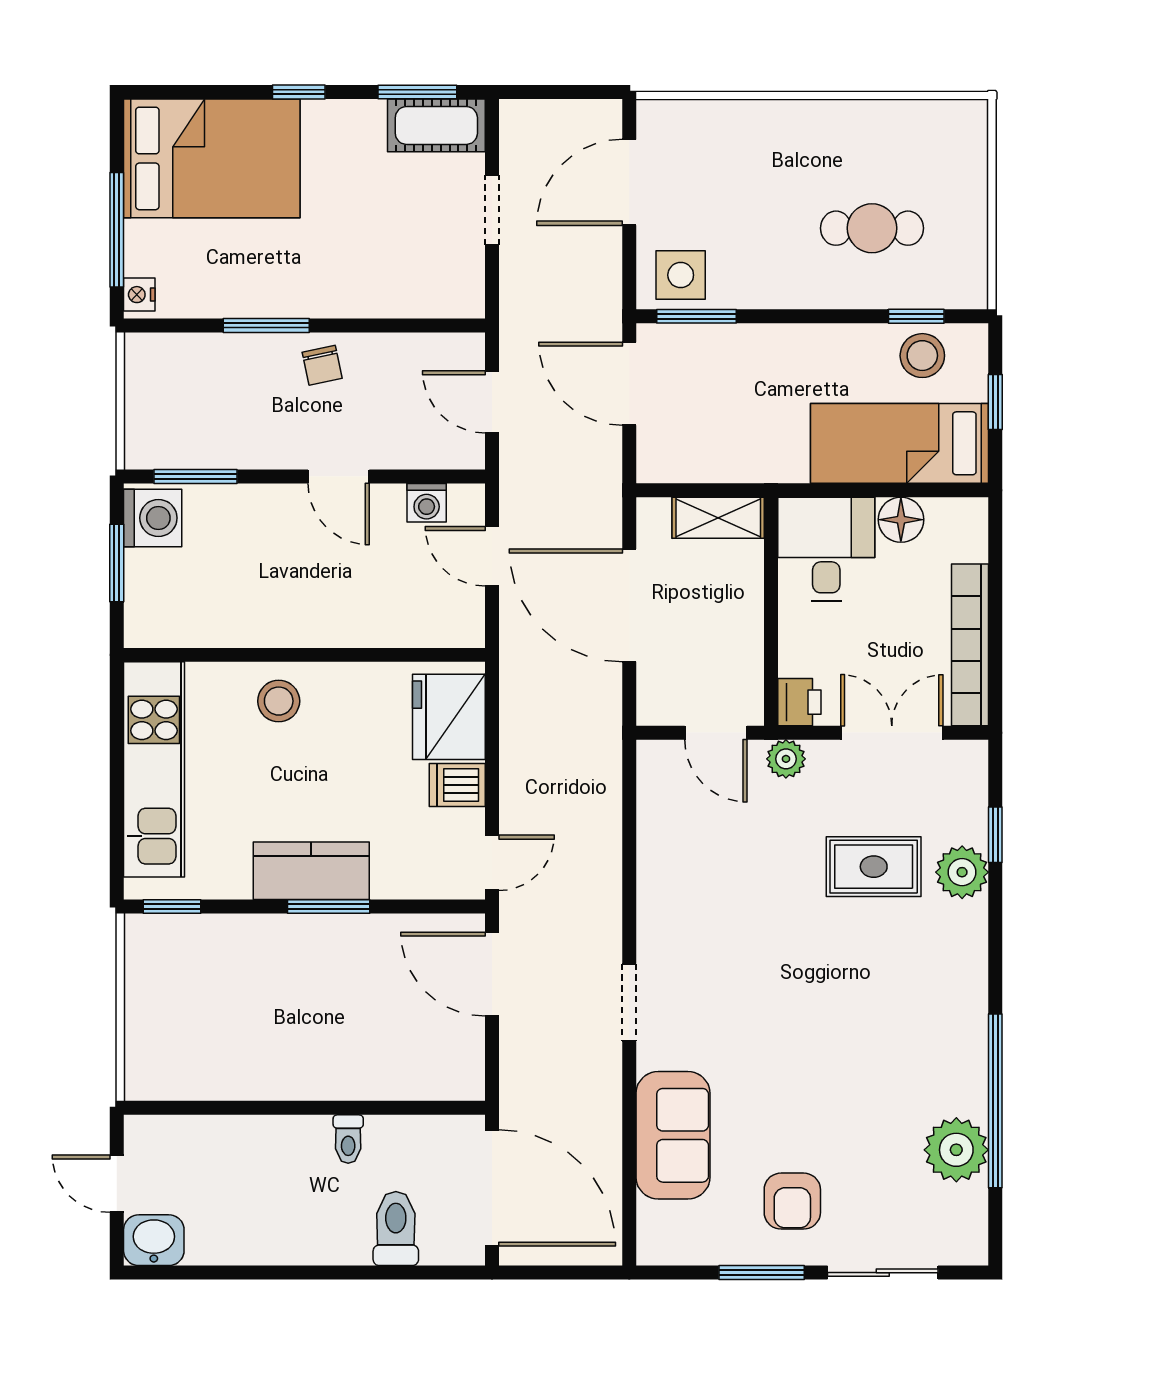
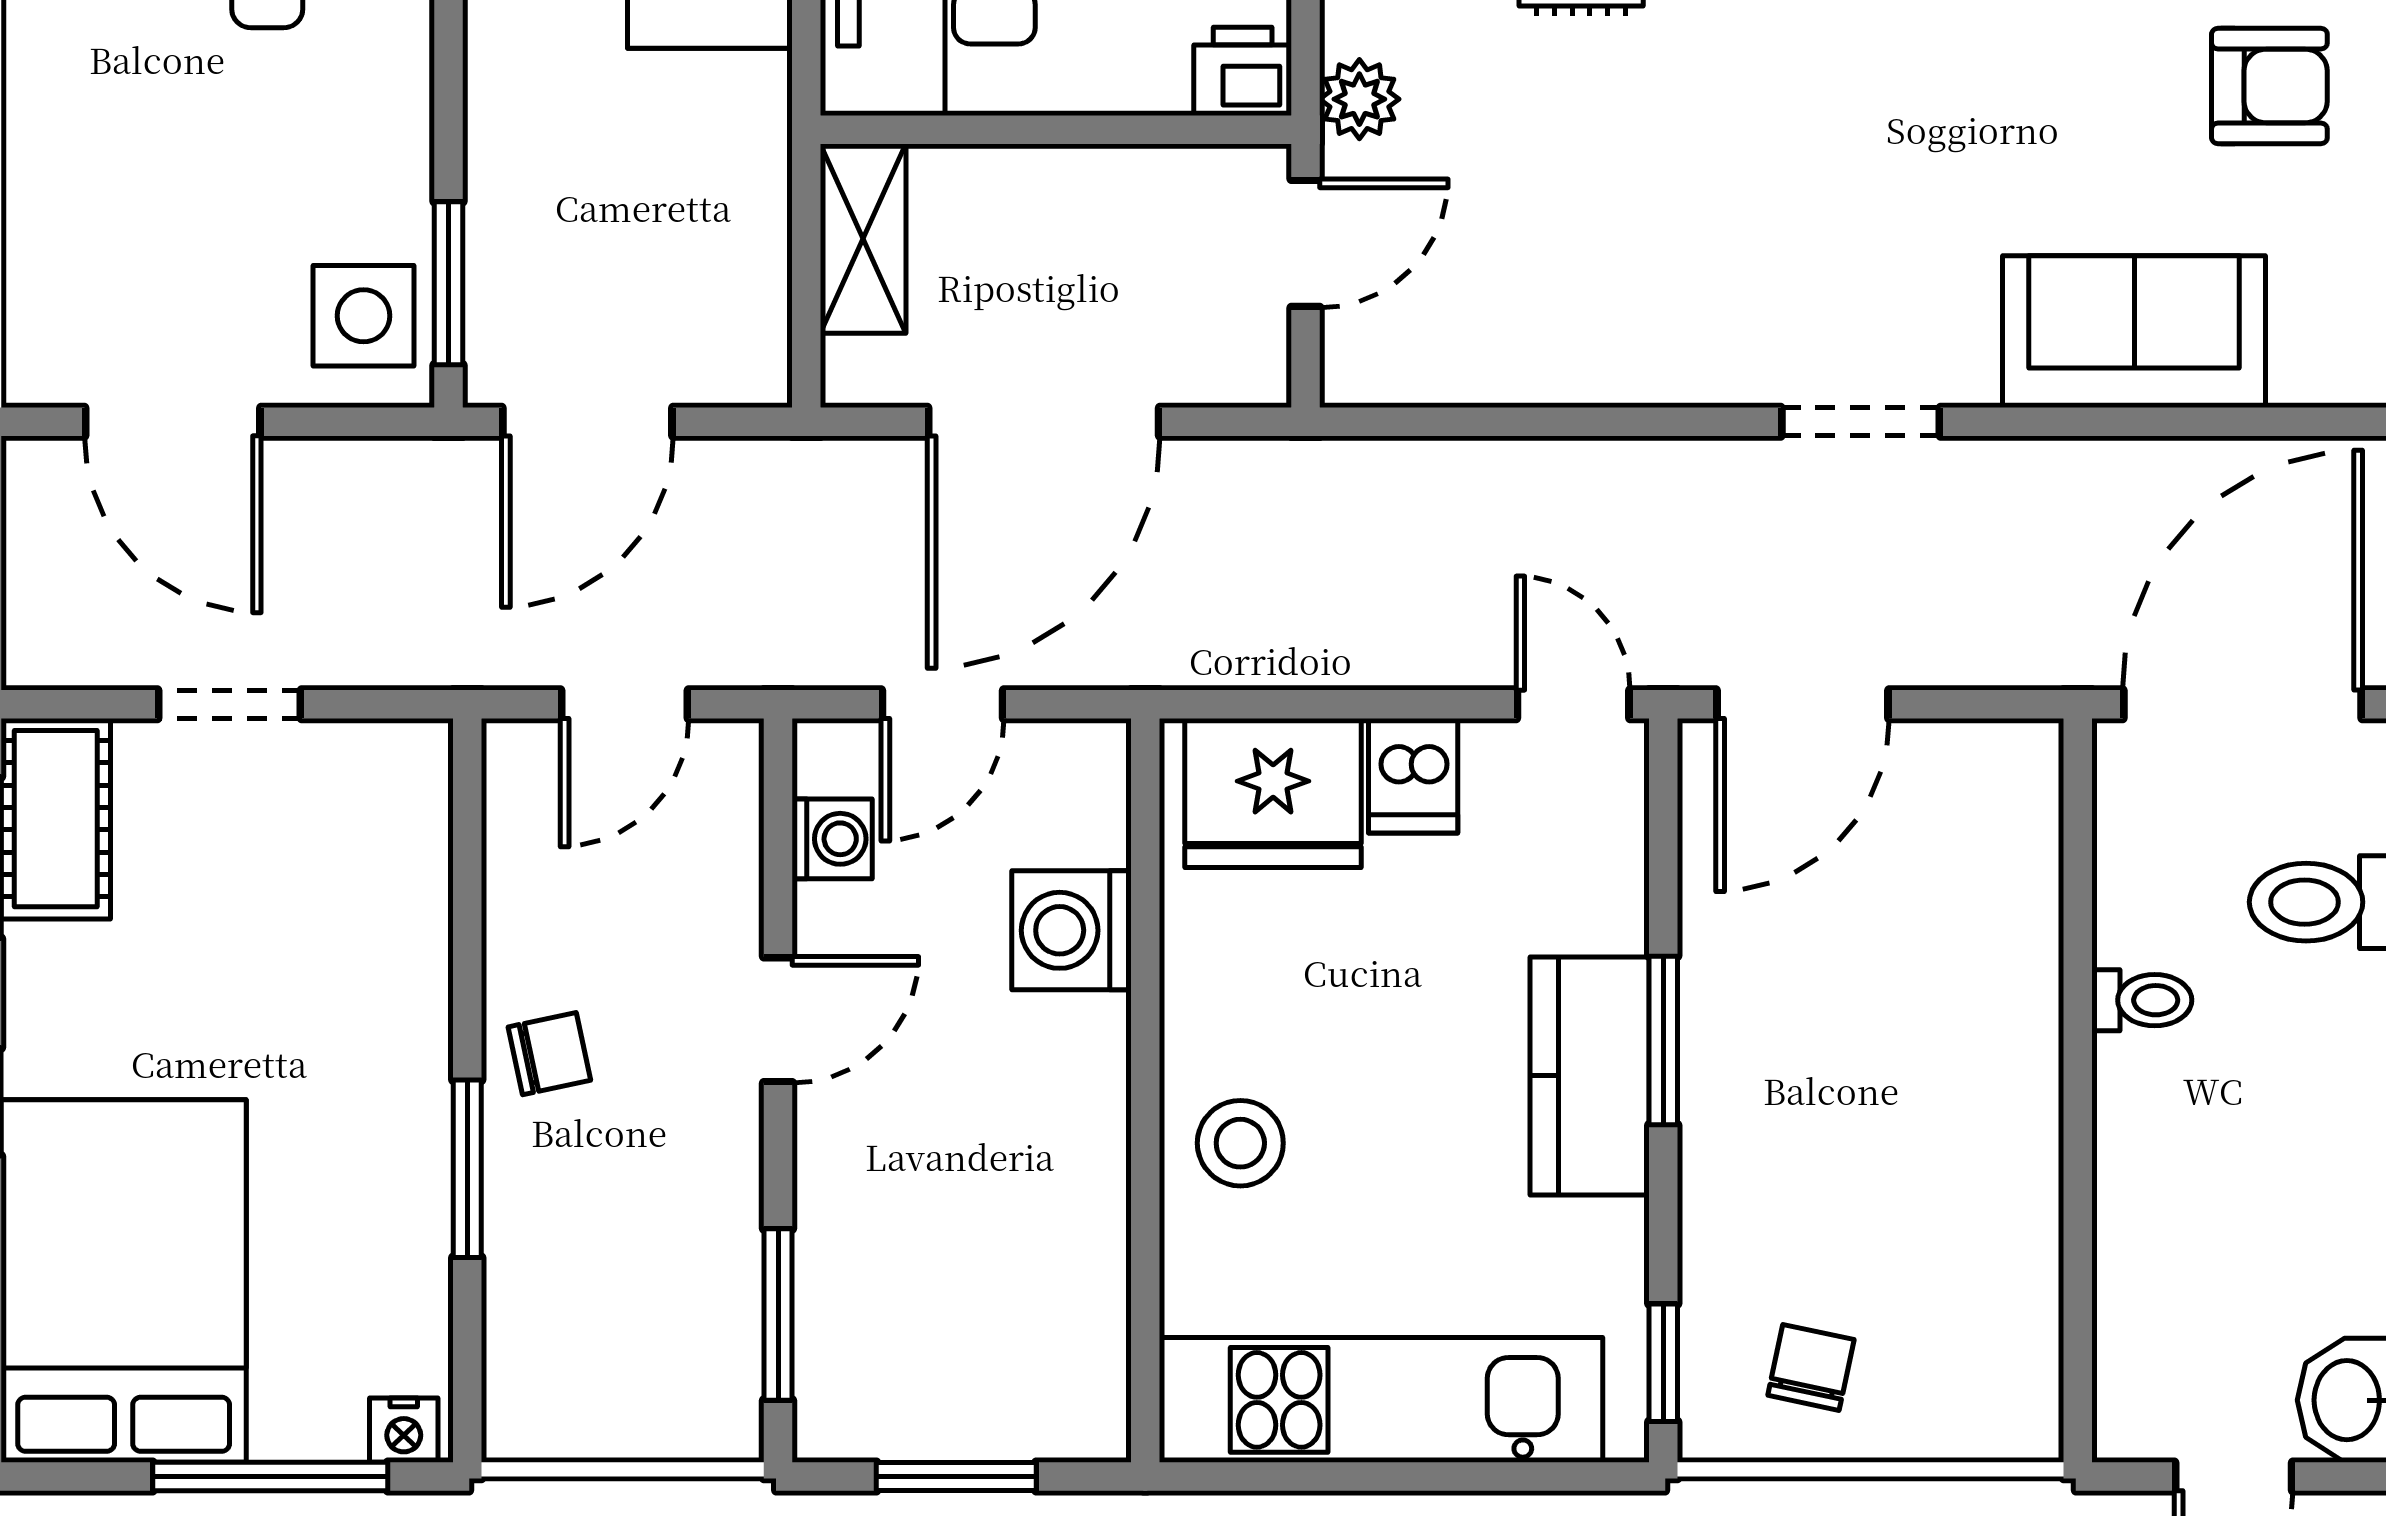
washing machine: (153, 518) -> (1072, 930), moved, turned -90
chair: (170, 978) -> (1811, 1367), added

